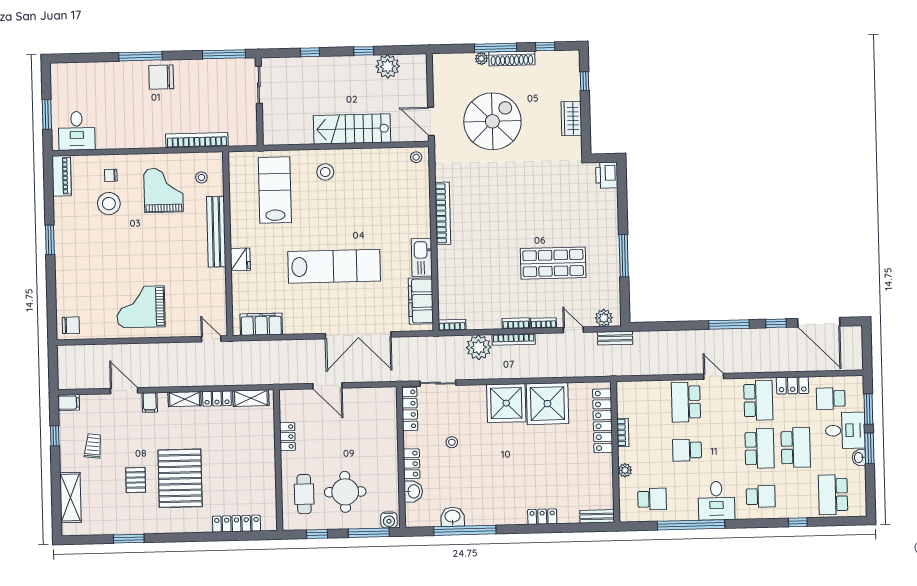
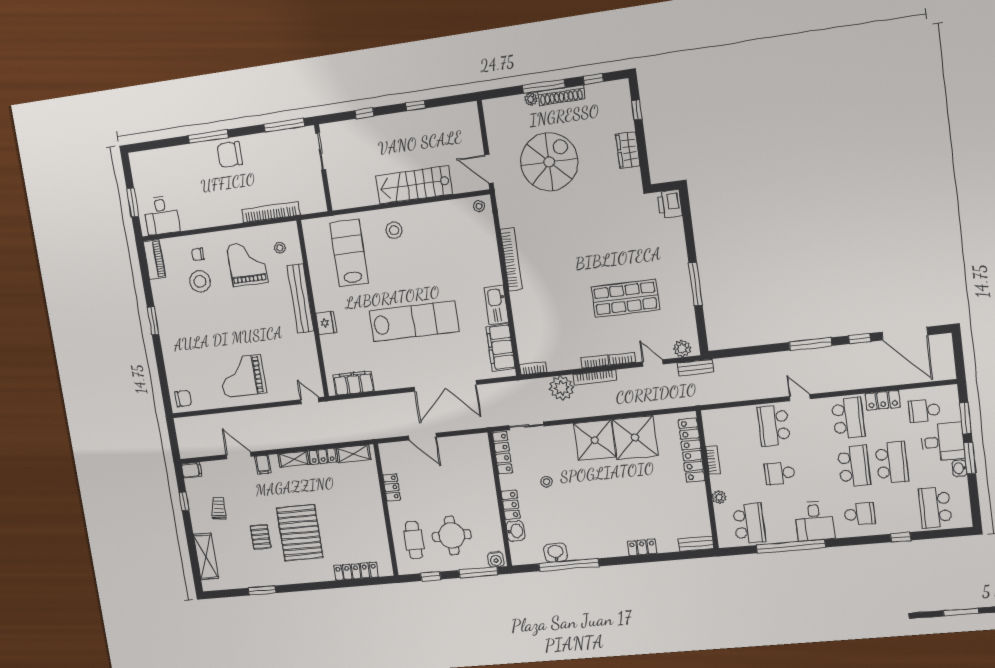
plant: (388, 66) -> (440, 118), removed
school desk: (652, 499) -> (749, 524), width x1.85

